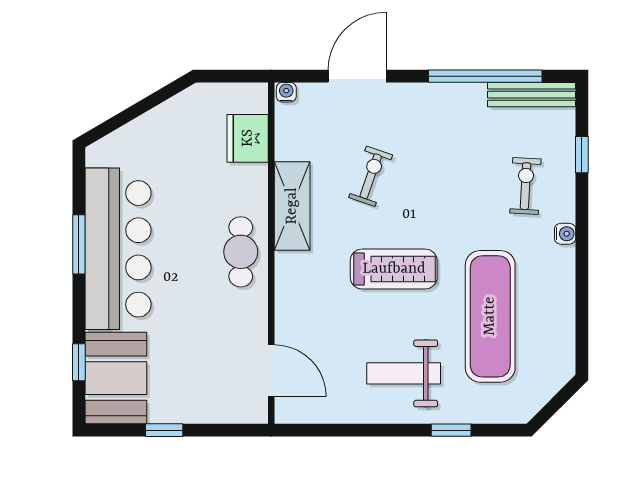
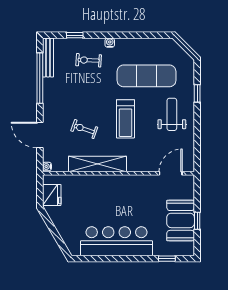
fridge: (248, 138) -> (52, 195), moved, turned -90
shelving: (292, 206) -> (97, 164), width x1.47
window: (79, 244) -> (115, 259), removed
cafe table: (241, 252) -> (118, 187), removed
treadmill: (394, 269) -> (125, 119), turned 180
weight bench: (404, 373) -> (172, 114), turned 180
booth: (116, 378) -> (181, 220), moved, turned 90

